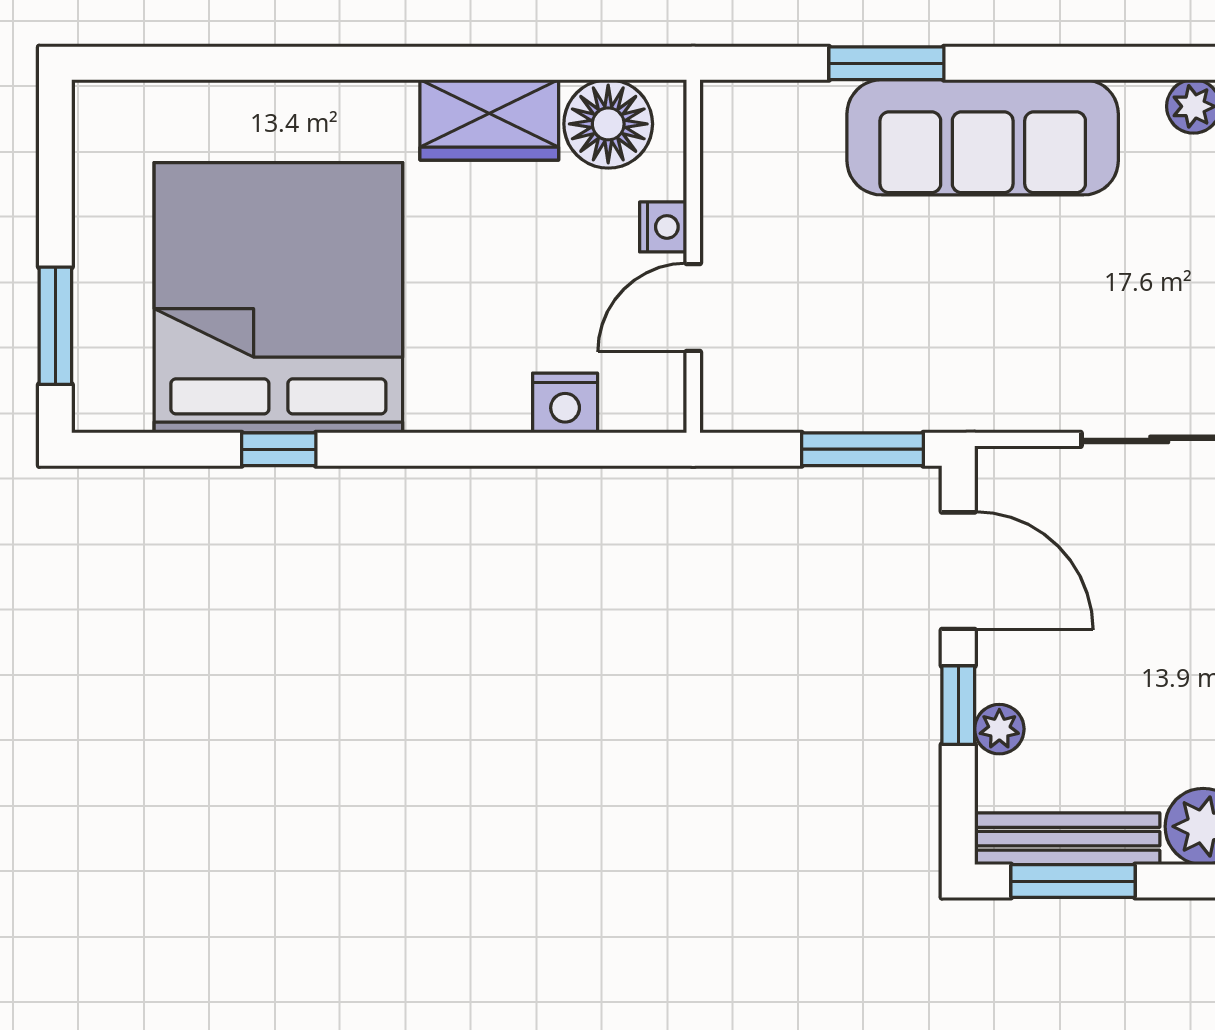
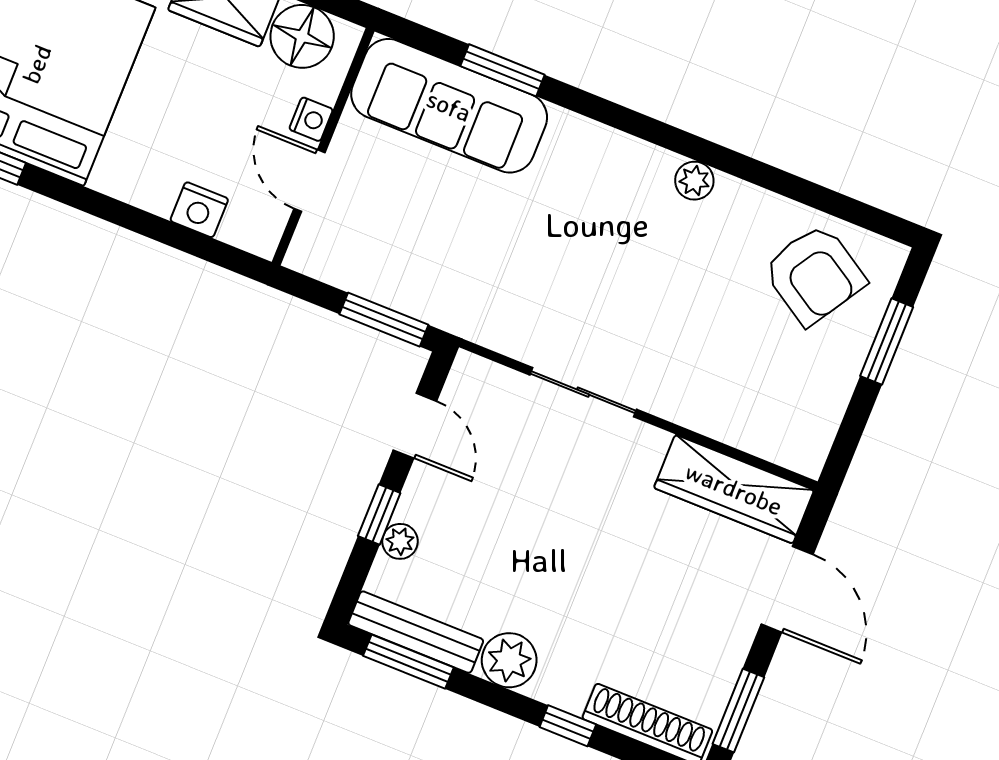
sofa: (983, 137) -> (449, 106), moved
door: (693, 308) -> (310, 181), hinge flipped
door: (958, 571) -> (415, 426), width x0.73

